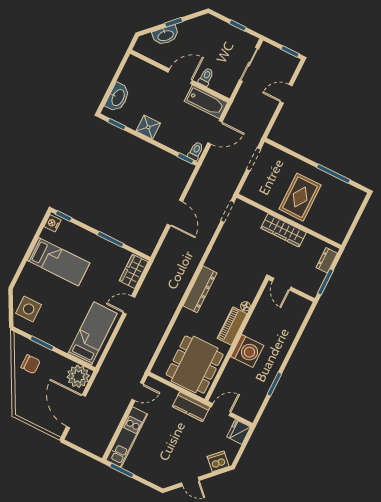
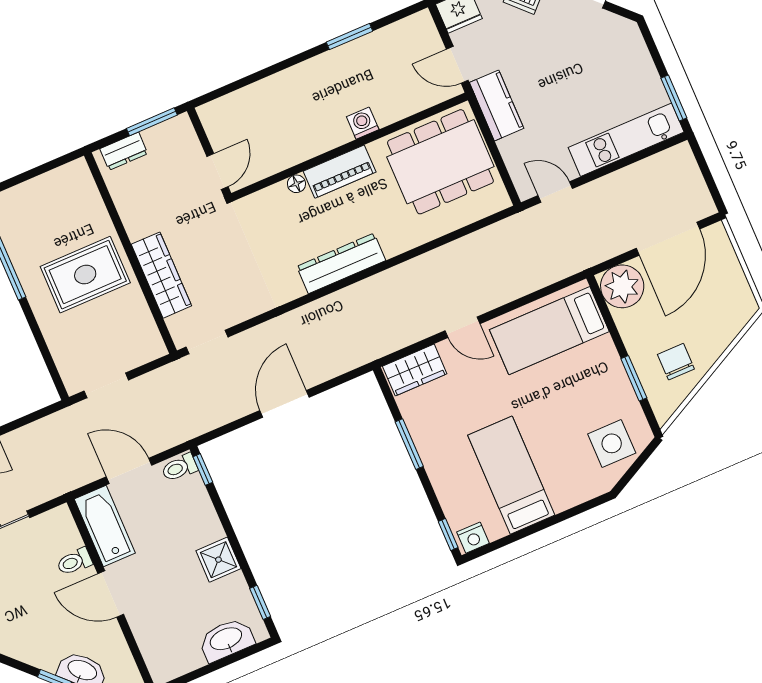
wardrobe: (284, 230) -> (161, 275), moved
washing machine: (247, 351) -> (363, 123), width x0.53, depth x0.53

